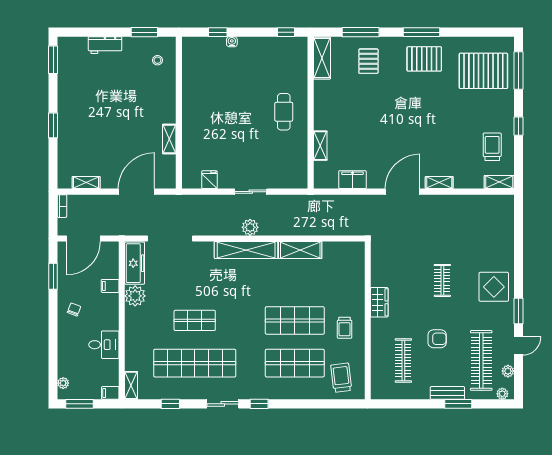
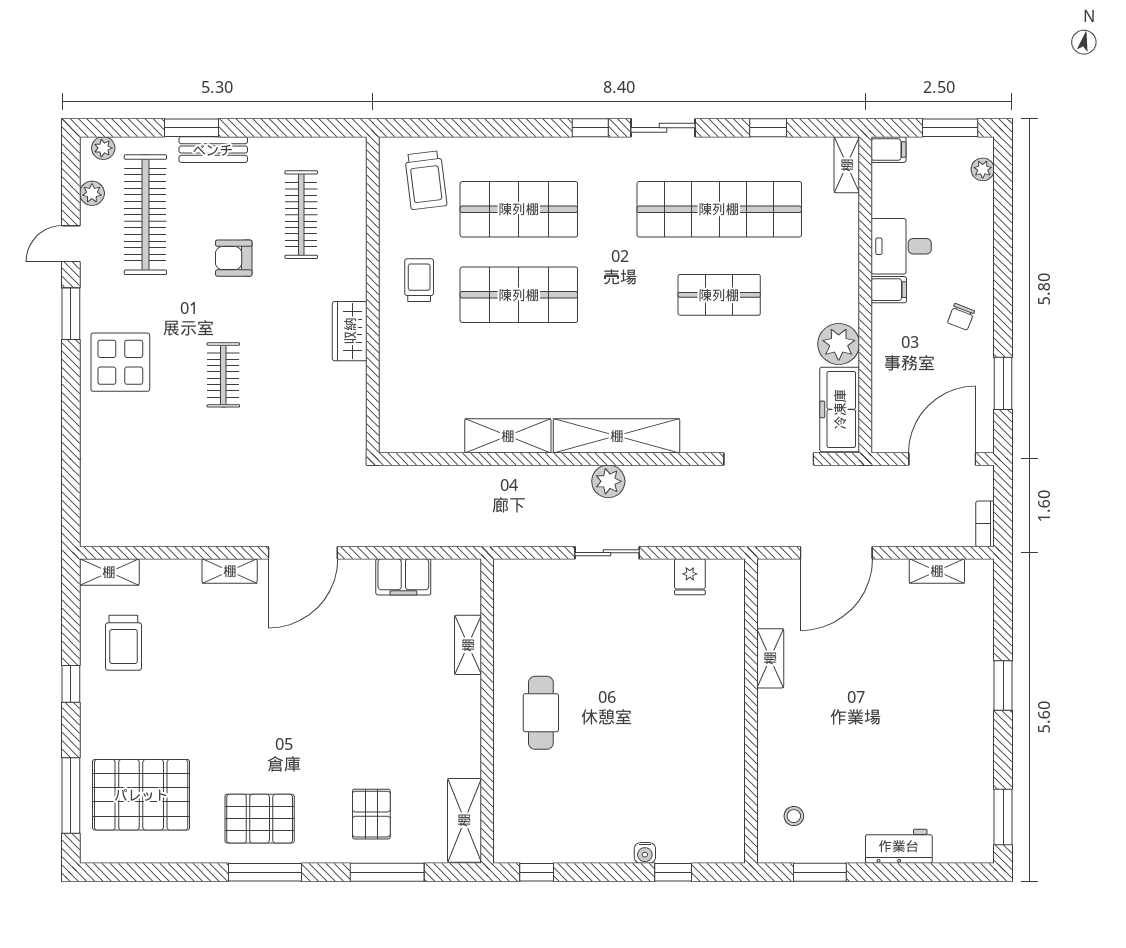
filing cabinet: (110, 286) -> (889, 290), moved

